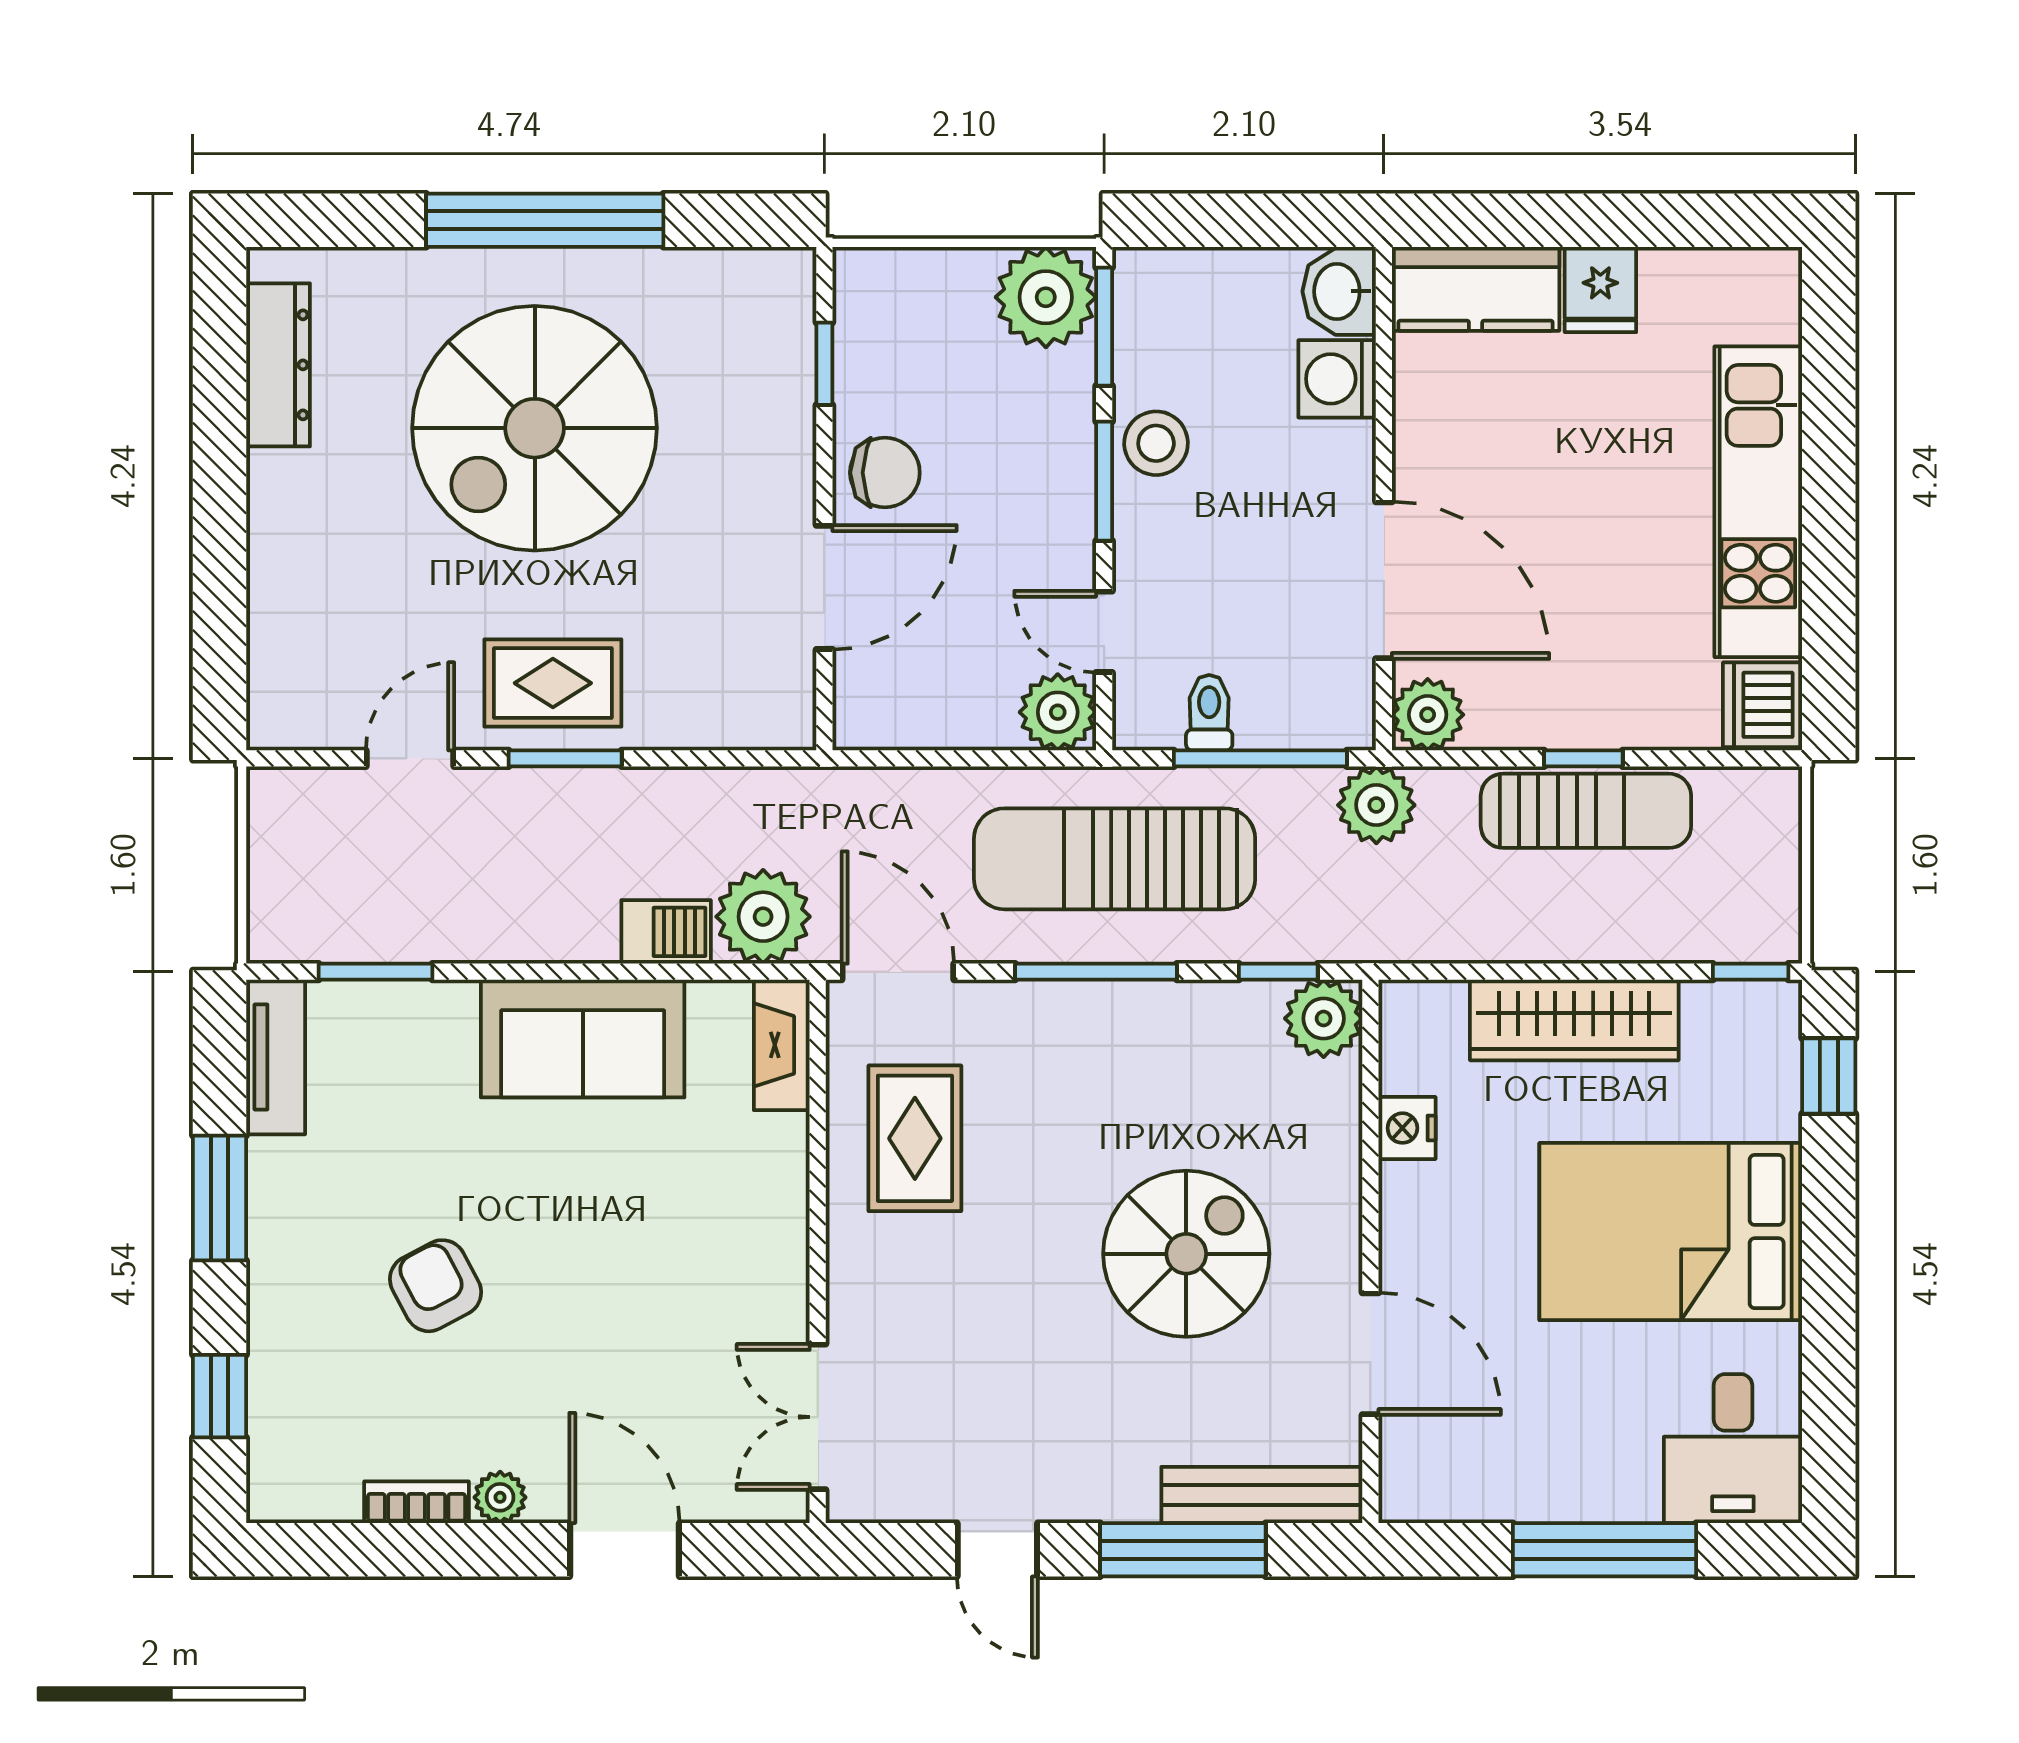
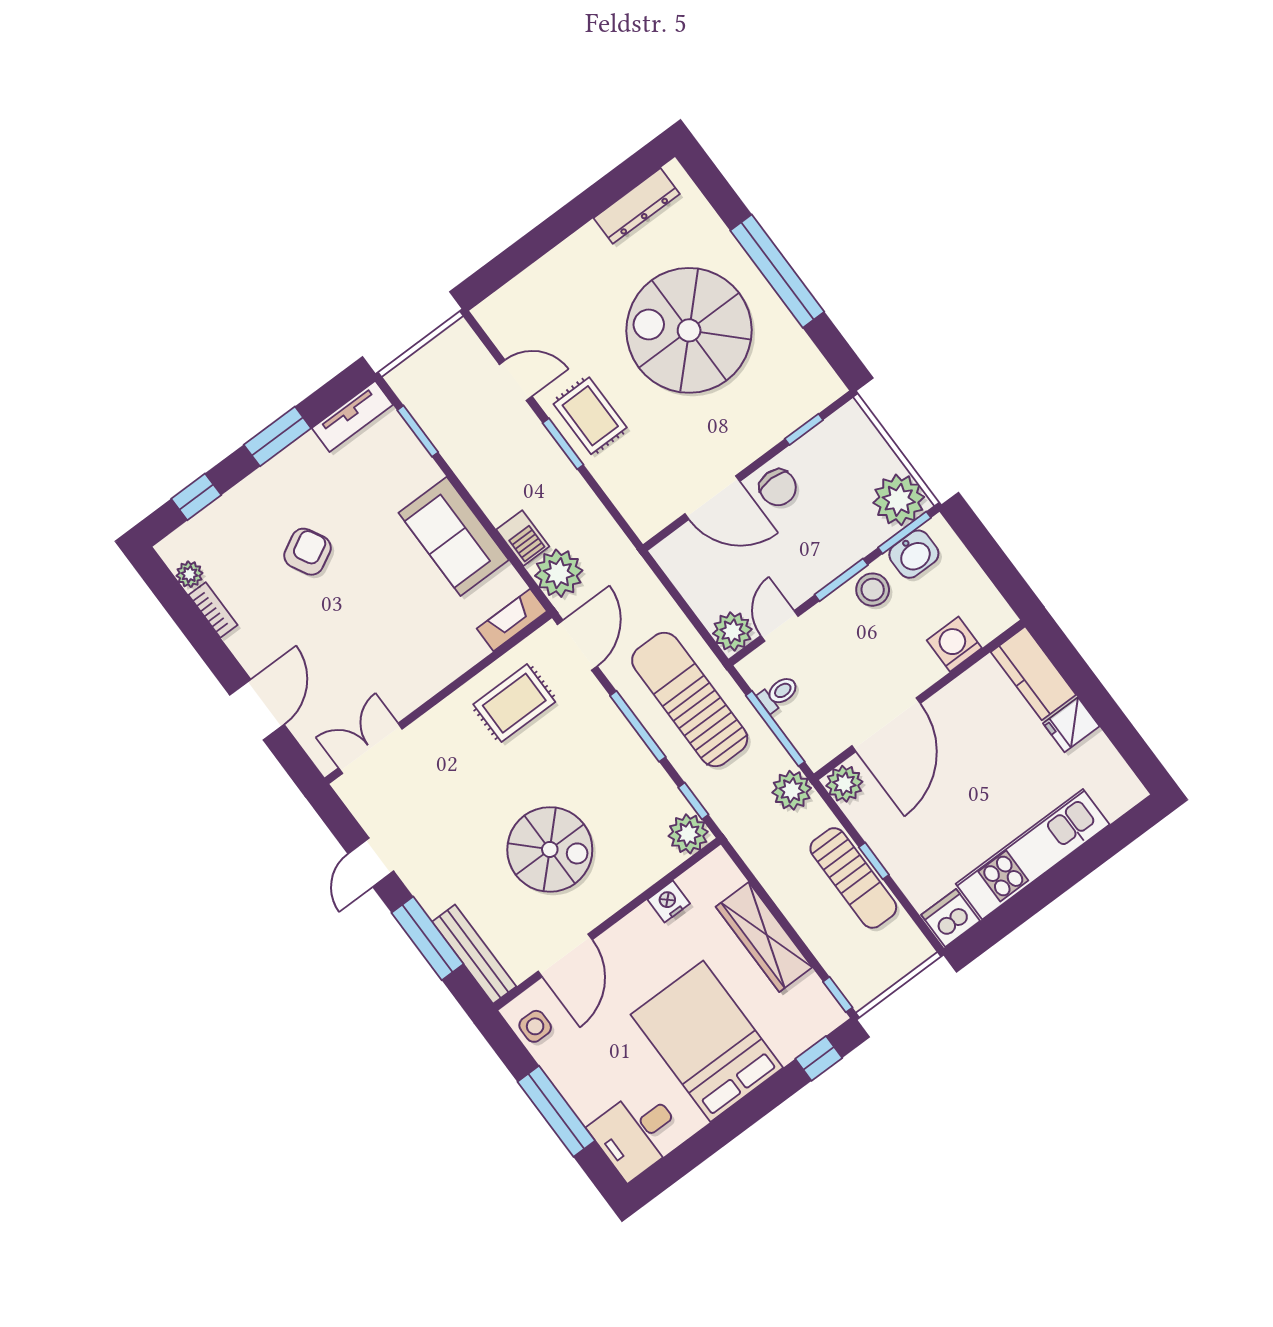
washbasin: (1339, 291) -> (914, 554), moved, turned 180
side table: (1447, 1484) -> (535, 1026), added
plant: (500, 1497) -> (189, 574), moved

